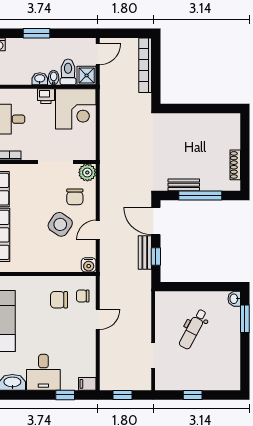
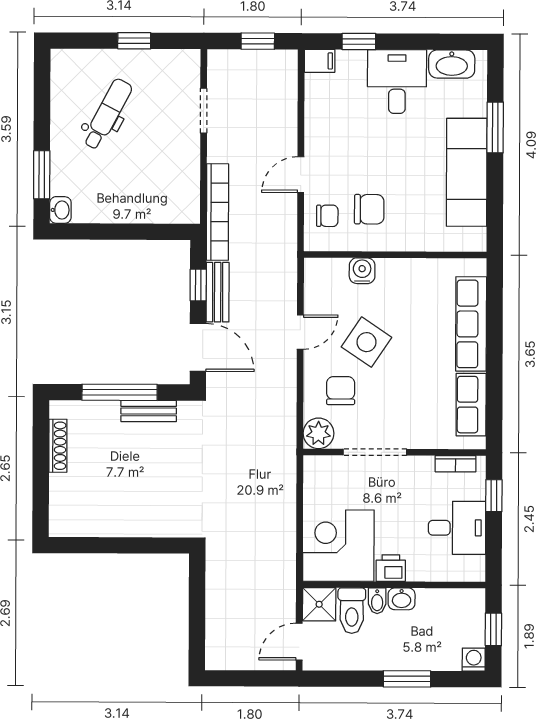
bookcase: (145, 65) -> (217, 212), moved
water cooler: (89, 265) -> (362, 271), moved
dental chair: (193, 329) -> (107, 114), moved

